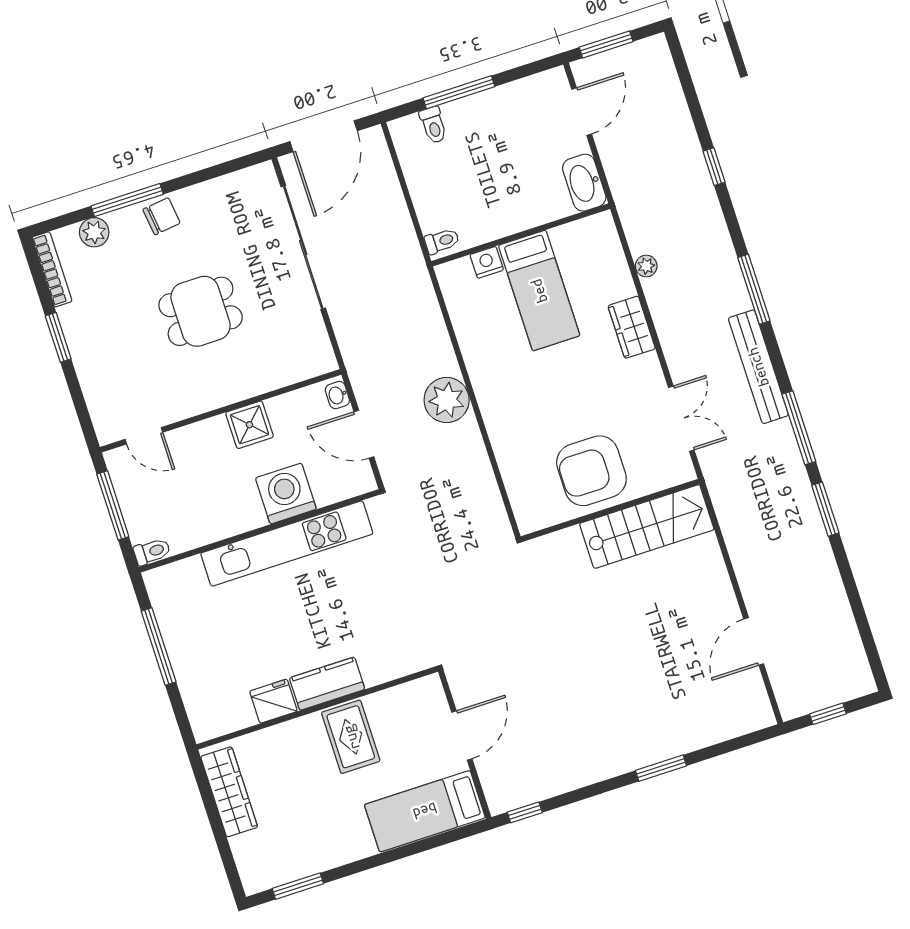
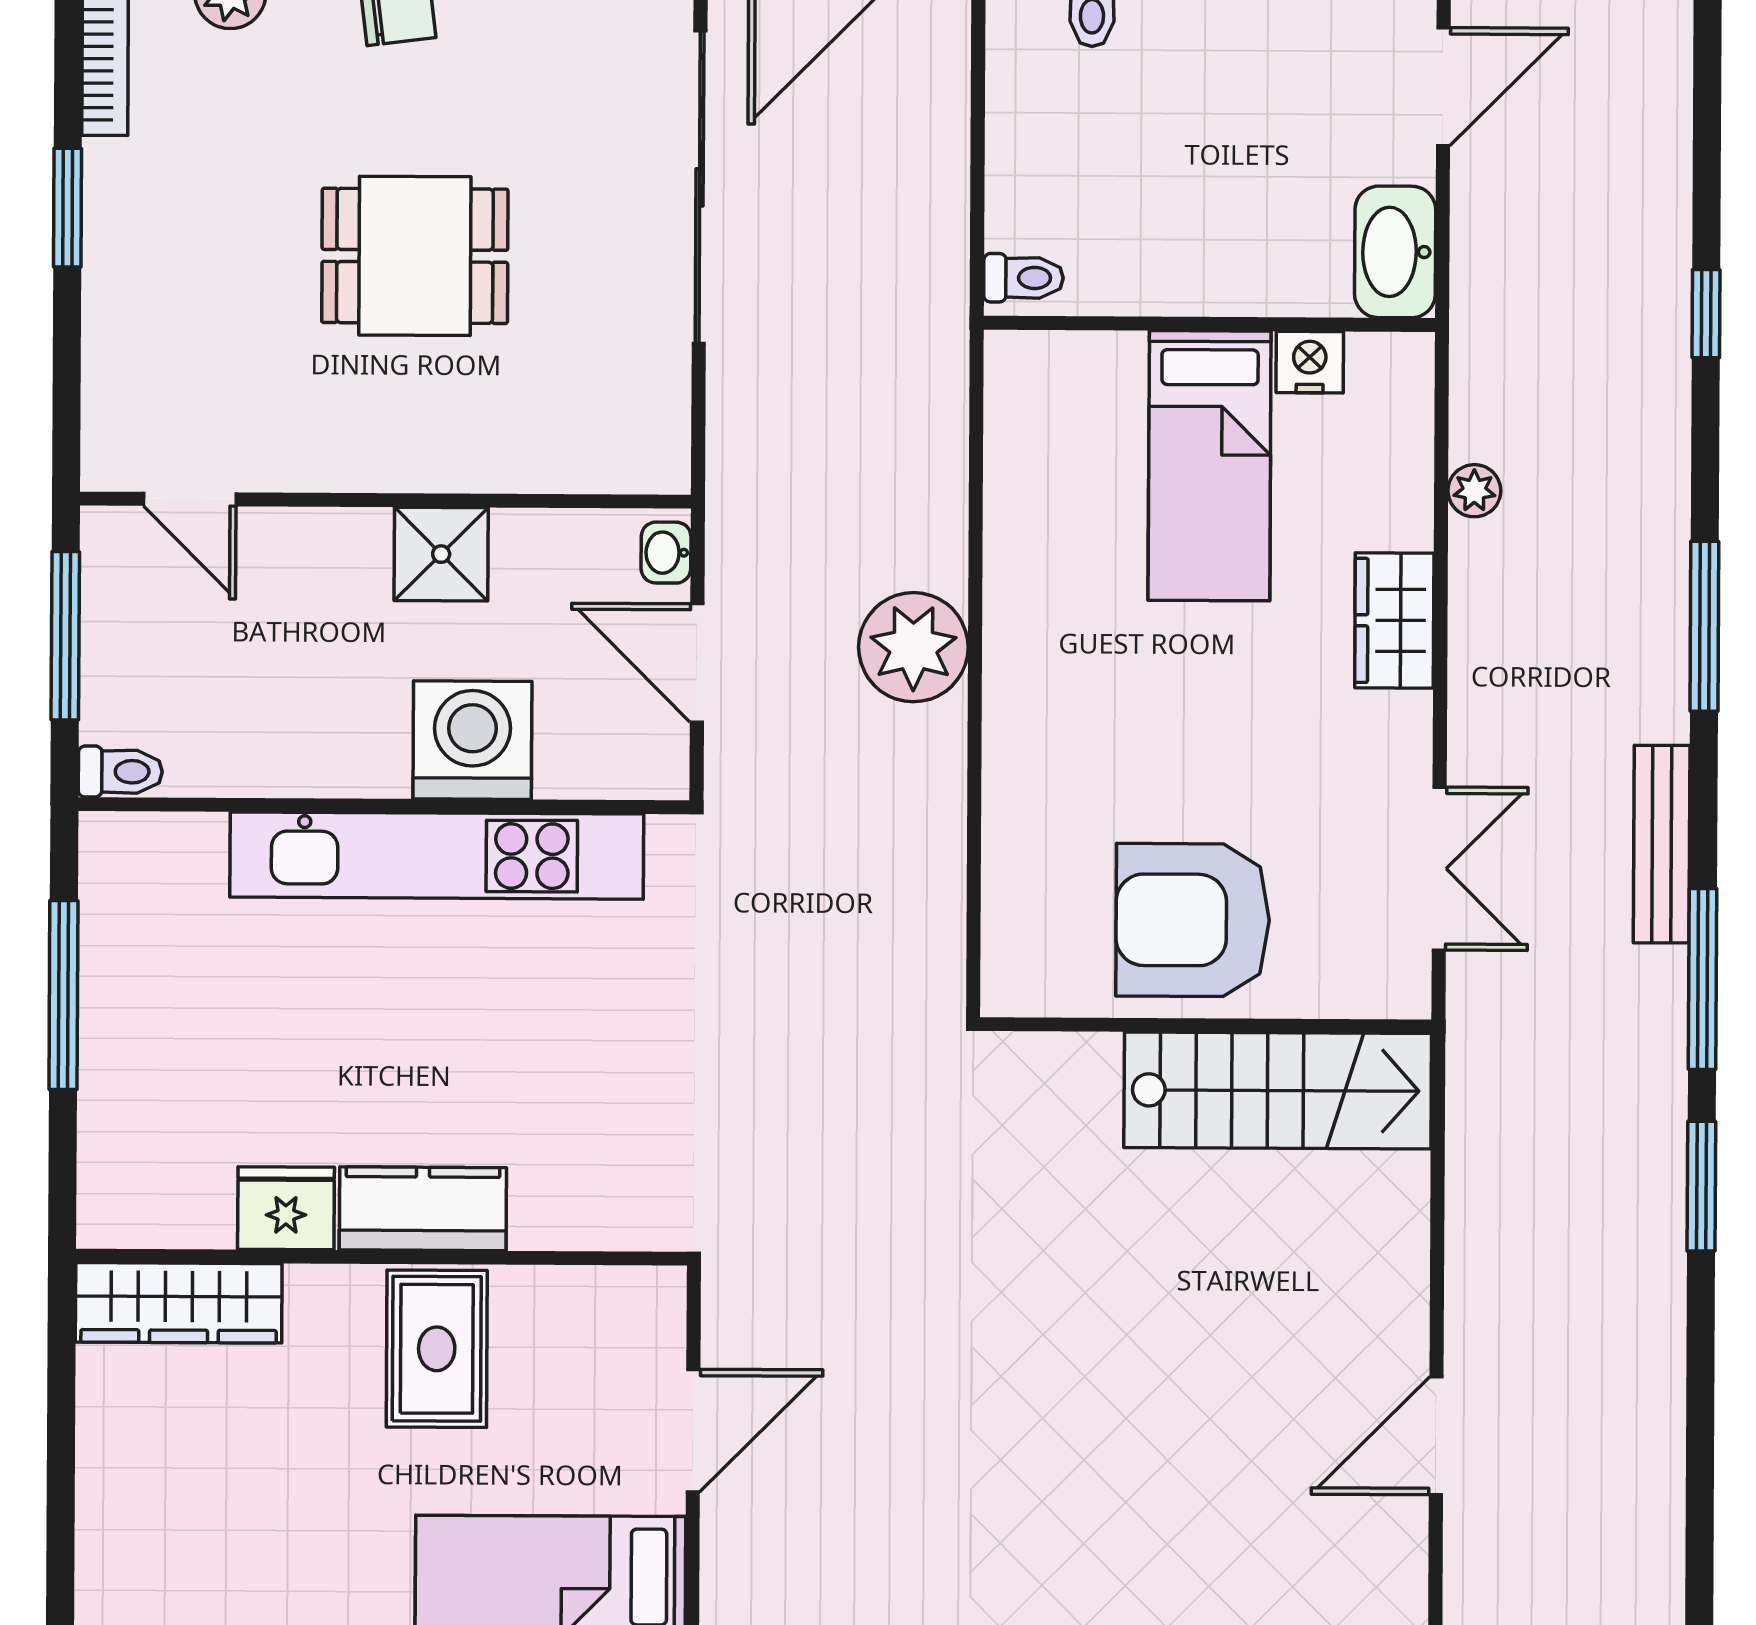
nightstand: (487, 262) -> (1310, 362), moved
bench: (758, 367) -> (1662, 844), width x0.73, depth x0.82
wardrobe: (229, 792) -> (179, 1303), moved, turned 90

